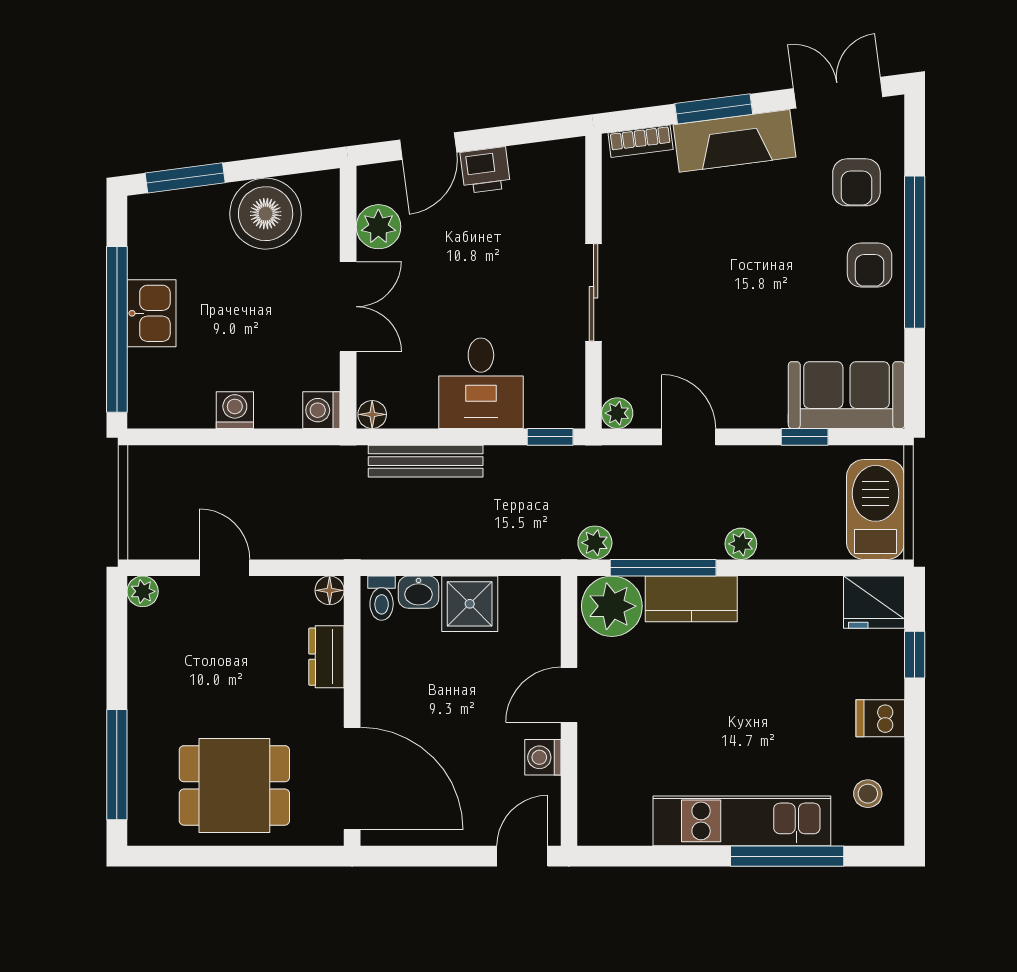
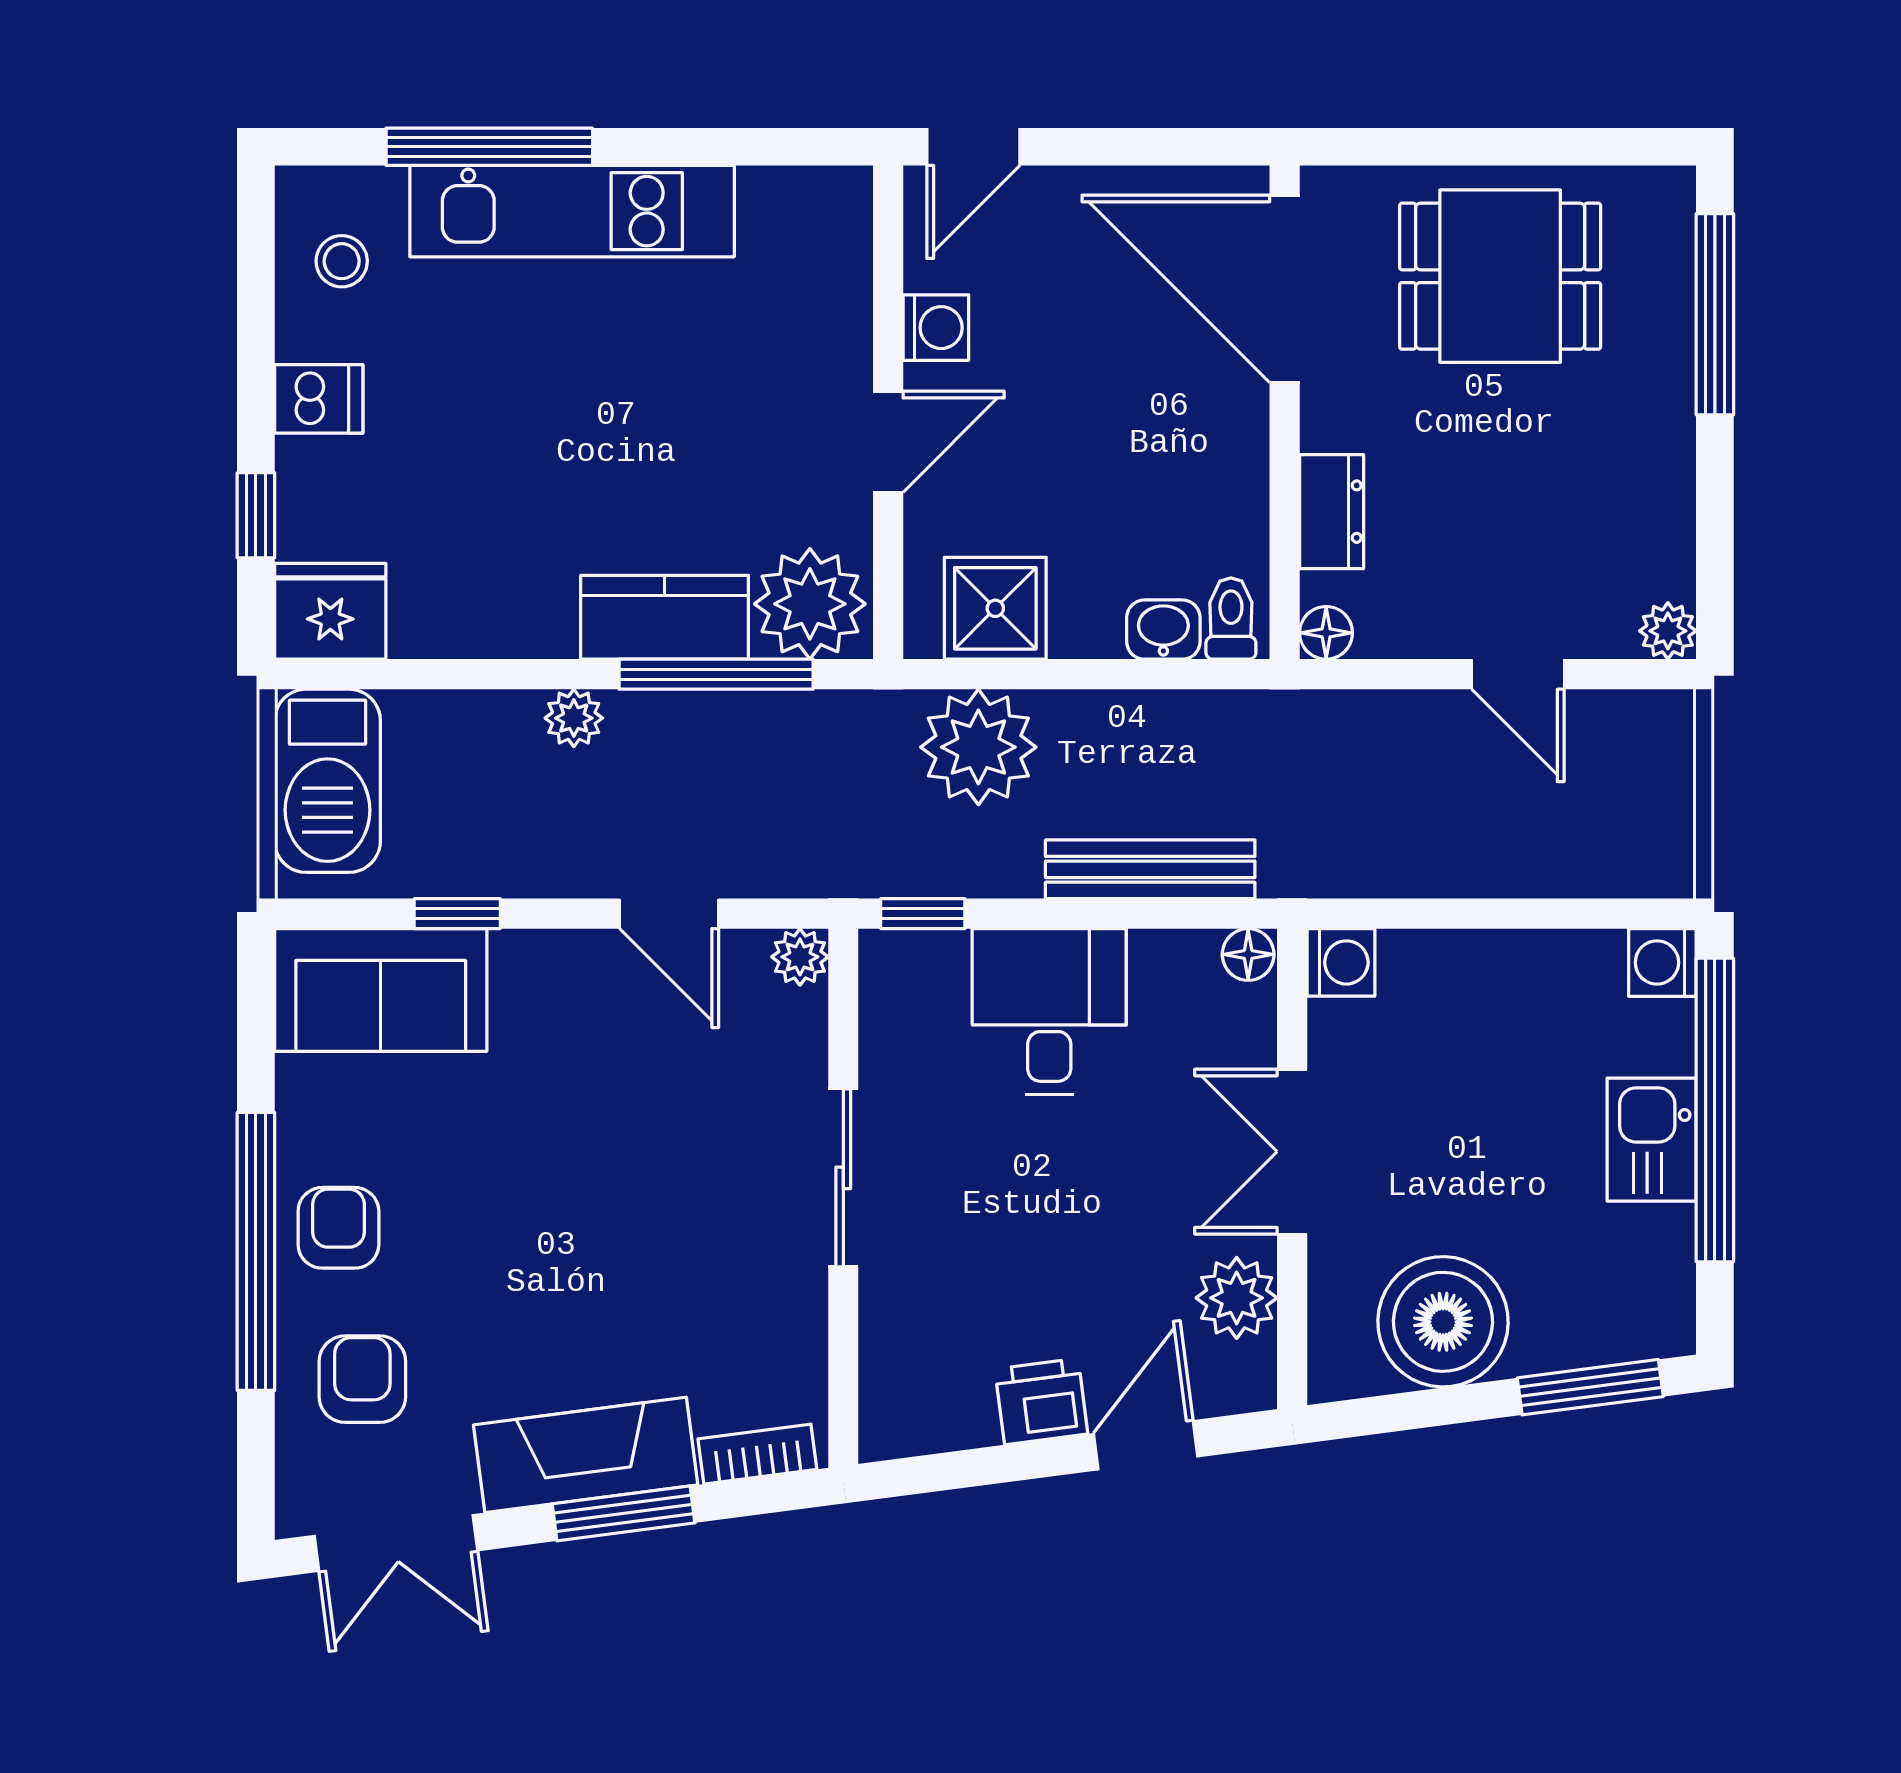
washing machine: (235, 410) -> (1662, 962), moved, turned 90
plant: (595, 543) -> (978, 747), moved, width x1.88, depth x1.88
shower: (470, 604) -> (995, 608), moved

